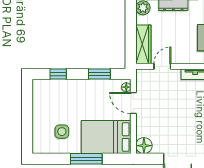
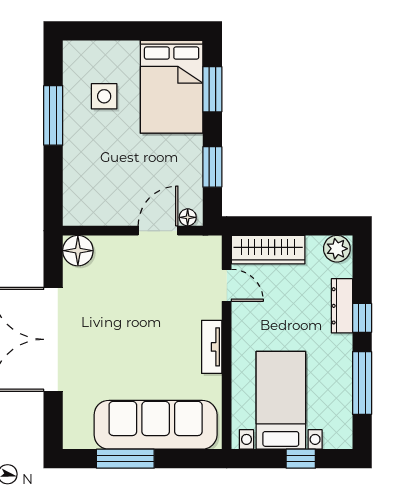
window: (58, 74) -> (212, 89), width x1.50
bed: (106, 137) -> (172, 87), moved, turned 180
window: (86, 159) -> (53, 115), moved

